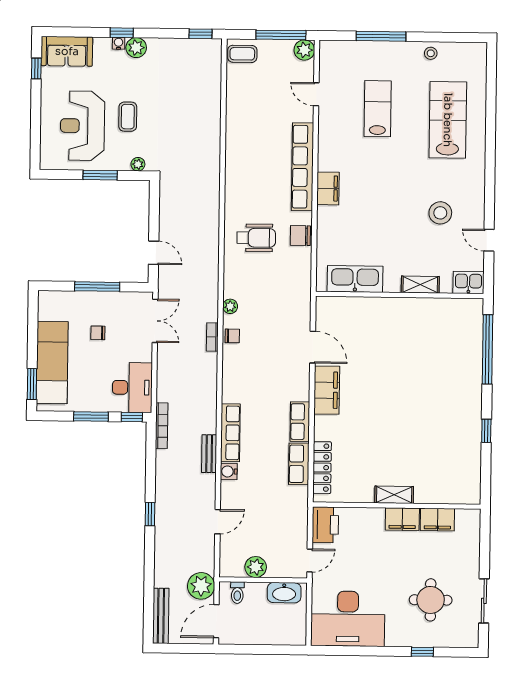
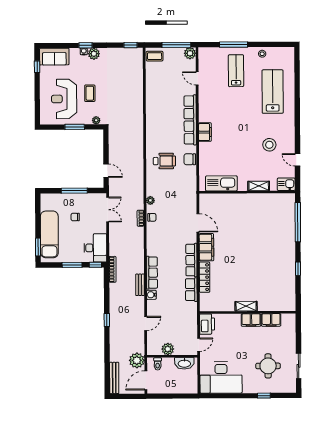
lab bench: (378, 109) -> (236, 71), moved
row of seats: (300, 422) -> (191, 260), width x1.48
locker: (322, 468) -> (205, 277), moved

